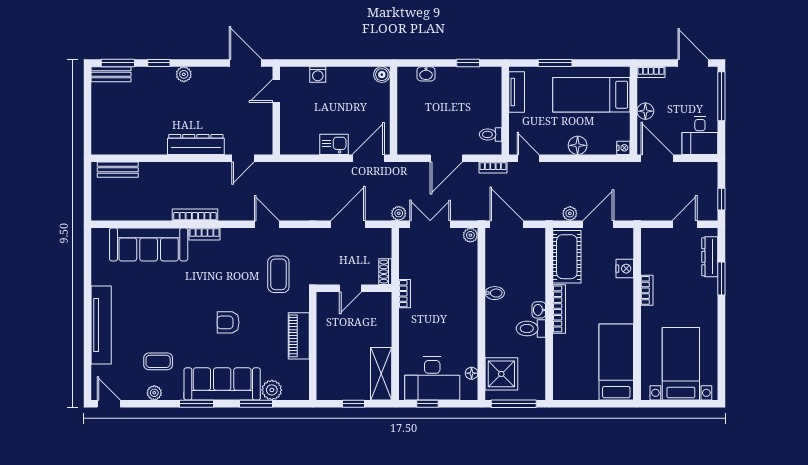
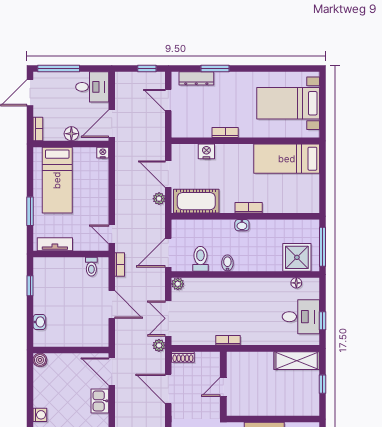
floor lamp: (578, 145) -> (101, 192), removed
door: (528, 158) -> (112, 234), hinge flipped
shoe rack: (385, 272) -> (183, 357), moved
door: (350, 288) -> (223, 387), swing flipped
bookcase: (559, 309) -> (249, 208), width x0.64
toilet: (531, 328) -> (200, 259), moved, turned 180
desk: (432, 379) -> (301, 317), width x0.73

